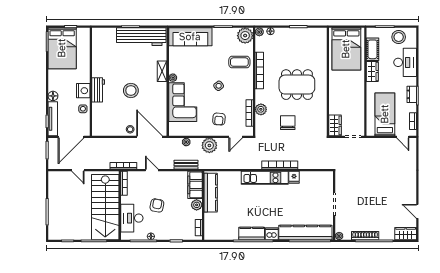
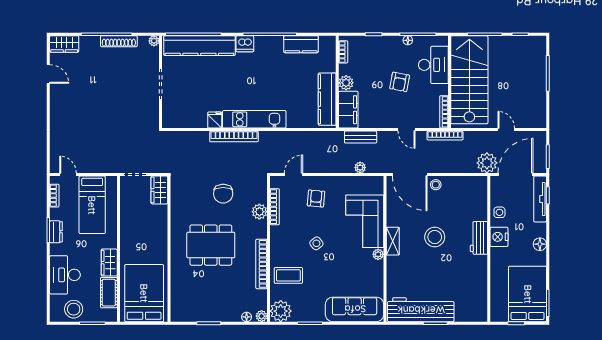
shelving: (162, 71) -> (393, 241), moved
floor lamp: (53, 96) -> (540, 244), moved
plant: (209, 145) -> (487, 163), moved
kitchen counter: (252, 233) -> (301, 44), moved

